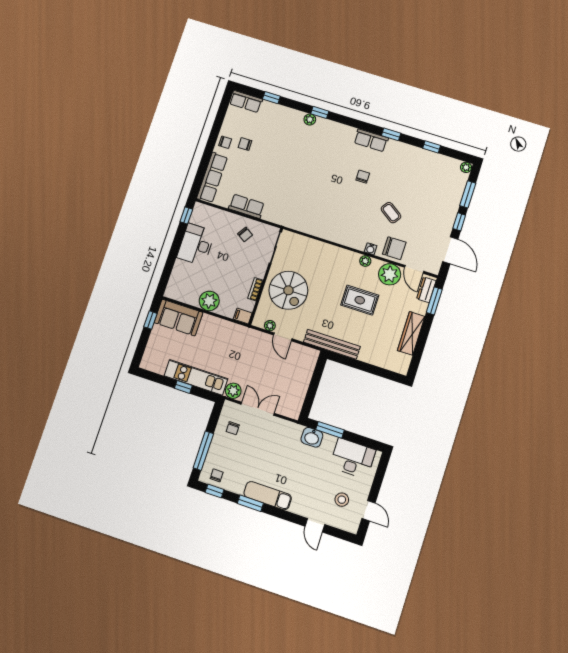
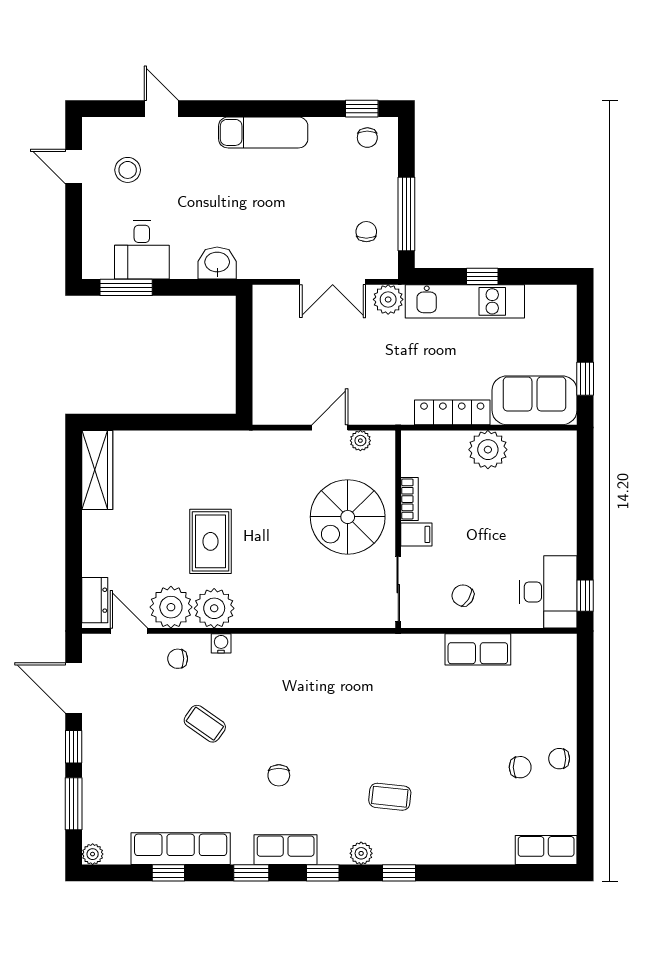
window: (271, 98) -> (323, 873), moved
plant: (310, 120) -> (361, 853), moved
coffee table: (312, 150) -> (390, 797), added
row of seats: (212, 178) -> (181, 849), moved, turned 90
desk: (196, 245) -> (548, 592), moved
chair: (394, 248) -> (178, 659), width x0.54, depth x0.54
plant: (365, 261) -> (214, 608), width x1.87, depth x1.87
spiral stairs: (288, 290) -> (348, 517), turned -90
rug: (360, 300) -> (210, 541), turned 90
window: (434, 301) -> (74, 584), removed
filing cabinet: (243, 316) -> (416, 534), moved
locker: (220, 325) -> (452, 412), added
wardrobe: (411, 333) -> (97, 470), moved
door: (283, 337) -> (330, 428), hinge flipped
bench: (332, 344) -> (235, 444), removed
window: (330, 430) -> (126, 287), moved
window: (203, 451) -> (406, 214), moved
desk: (353, 458) -> (142, 250), width x0.73
window: (250, 503) -> (290, 109), removed

